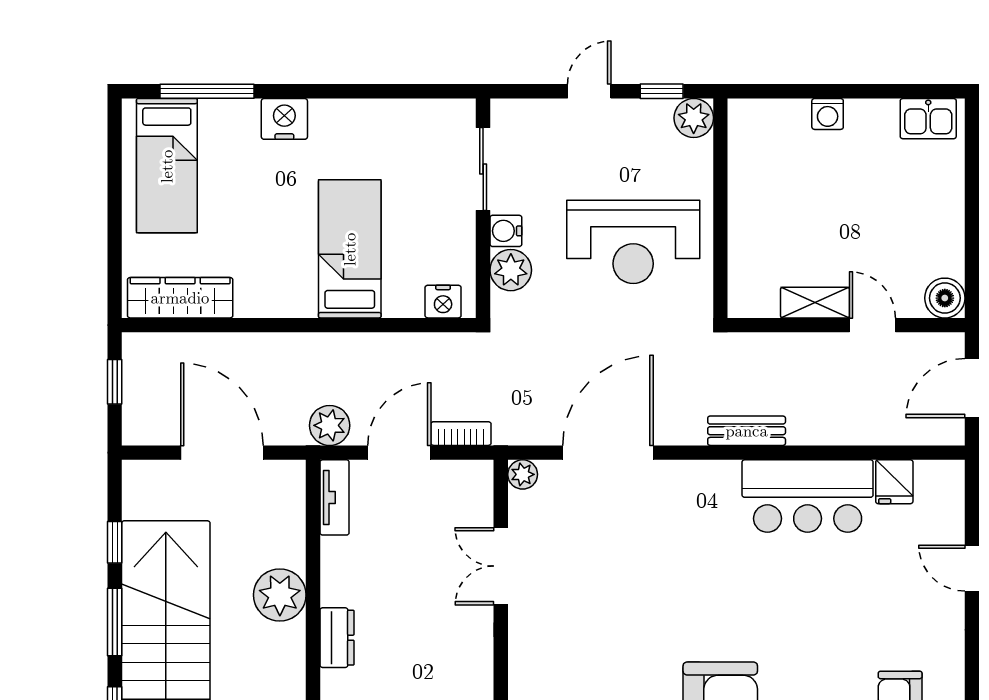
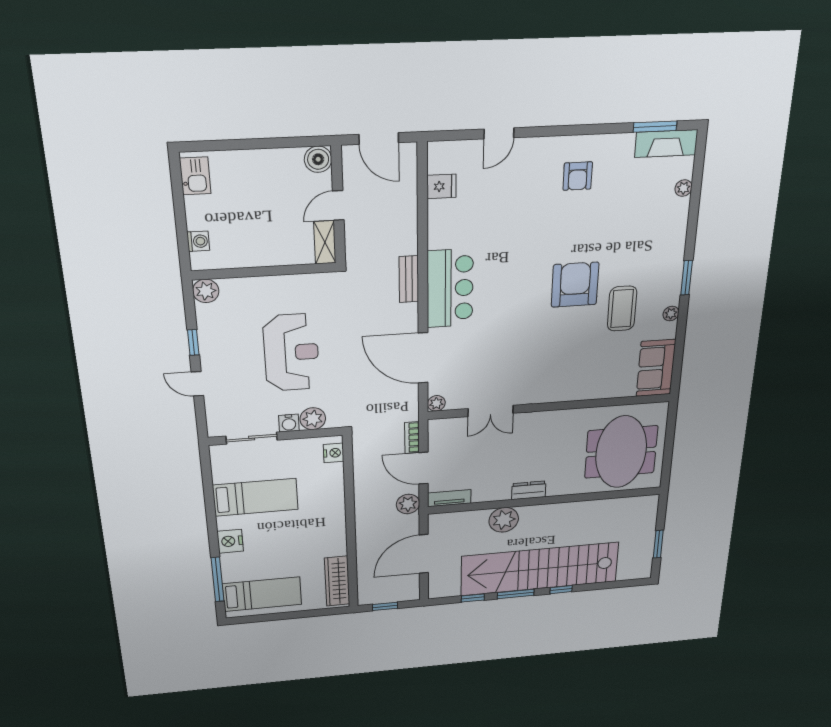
plant: (694, 118) -> (206, 291), moved
wall: (720, 208) -> (264, 271), moved
bed: (350, 249) -> (256, 497), moved, turned 180
bar counter: (808, 496) -> (450, 288), moved

